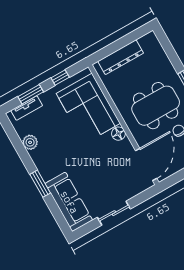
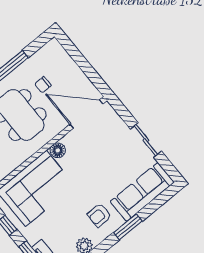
armchair: (55, 160) -> (99, 215), added

